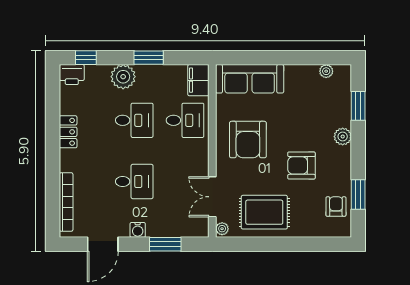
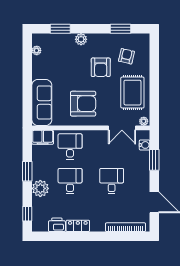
printer: (72, 75) -> (57, 225), moved, turned -90
armchair: (336, 207) -> (126, 56), moved, turned 103
water cooler: (138, 230) -> (144, 145), moved

